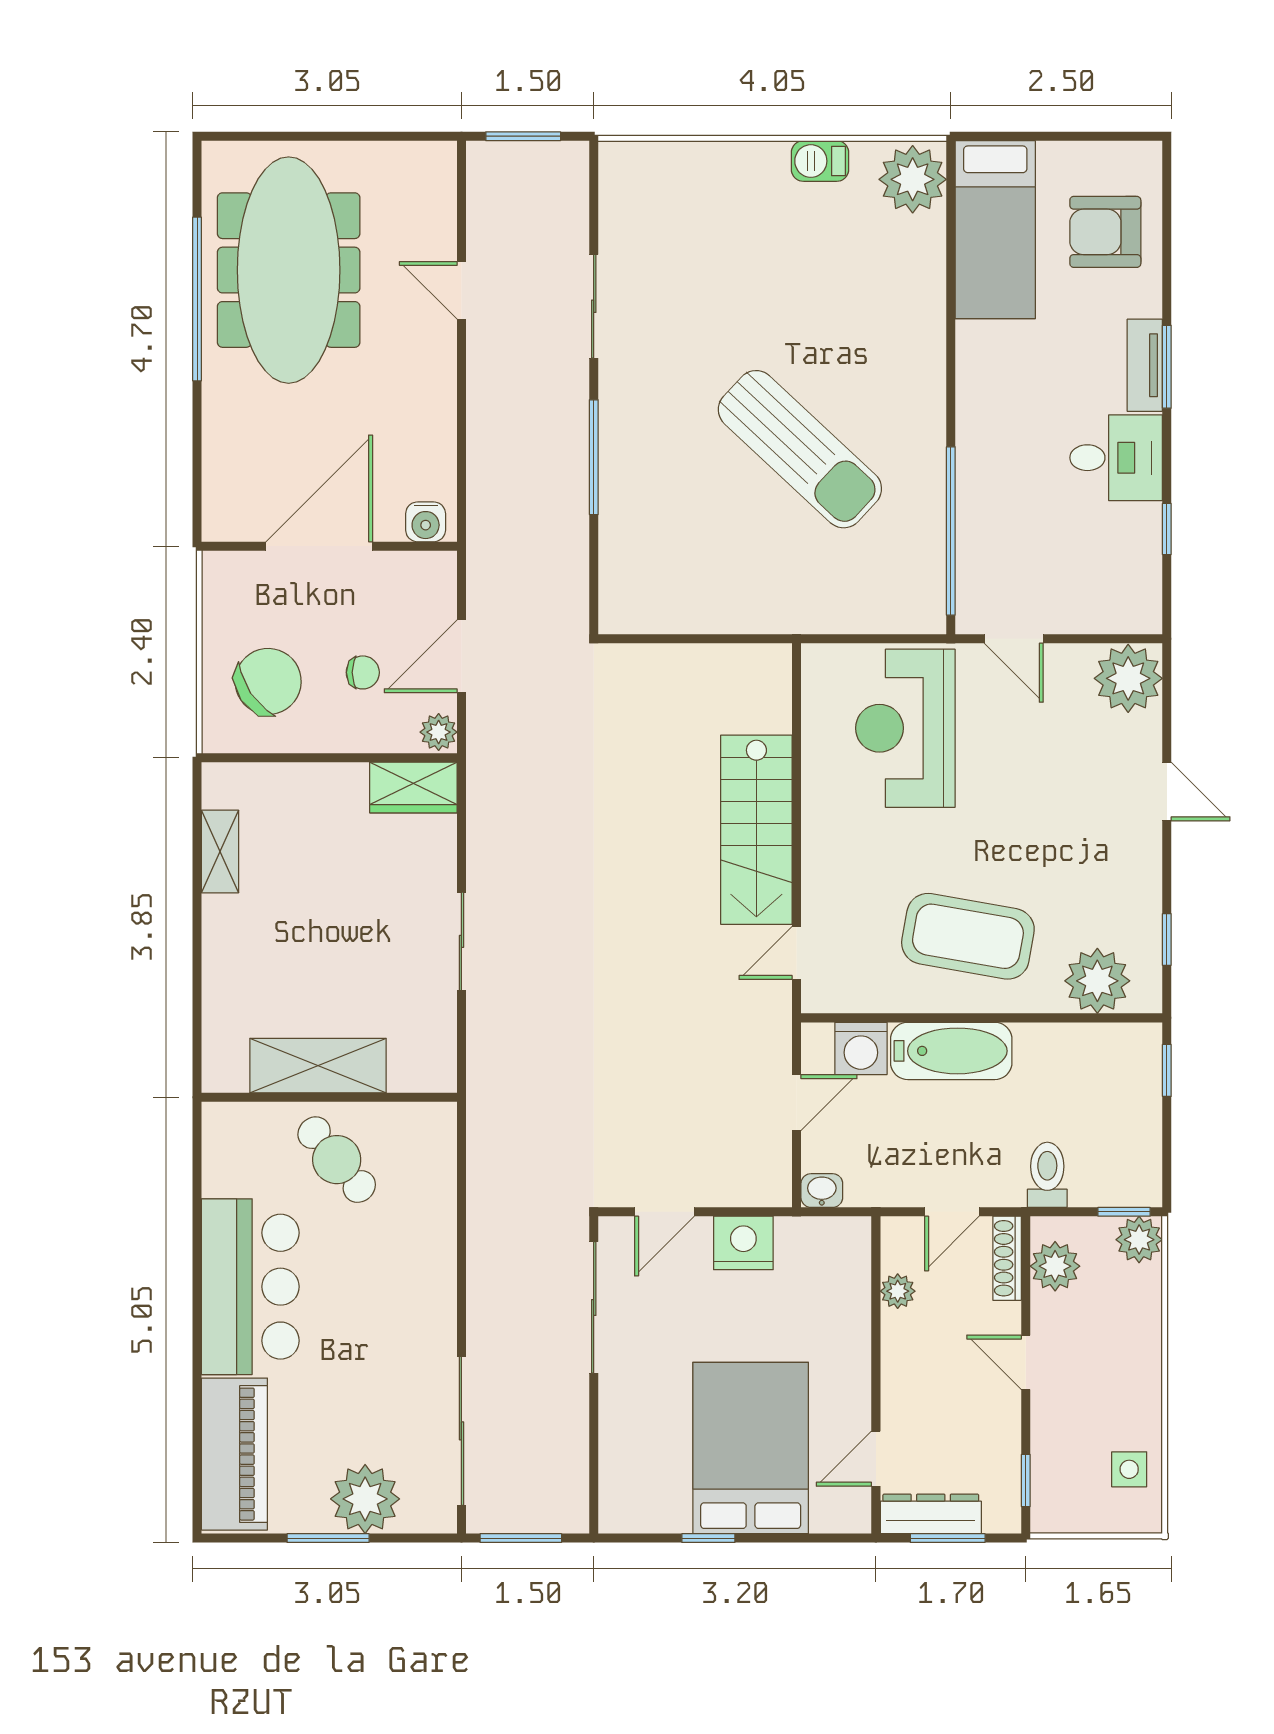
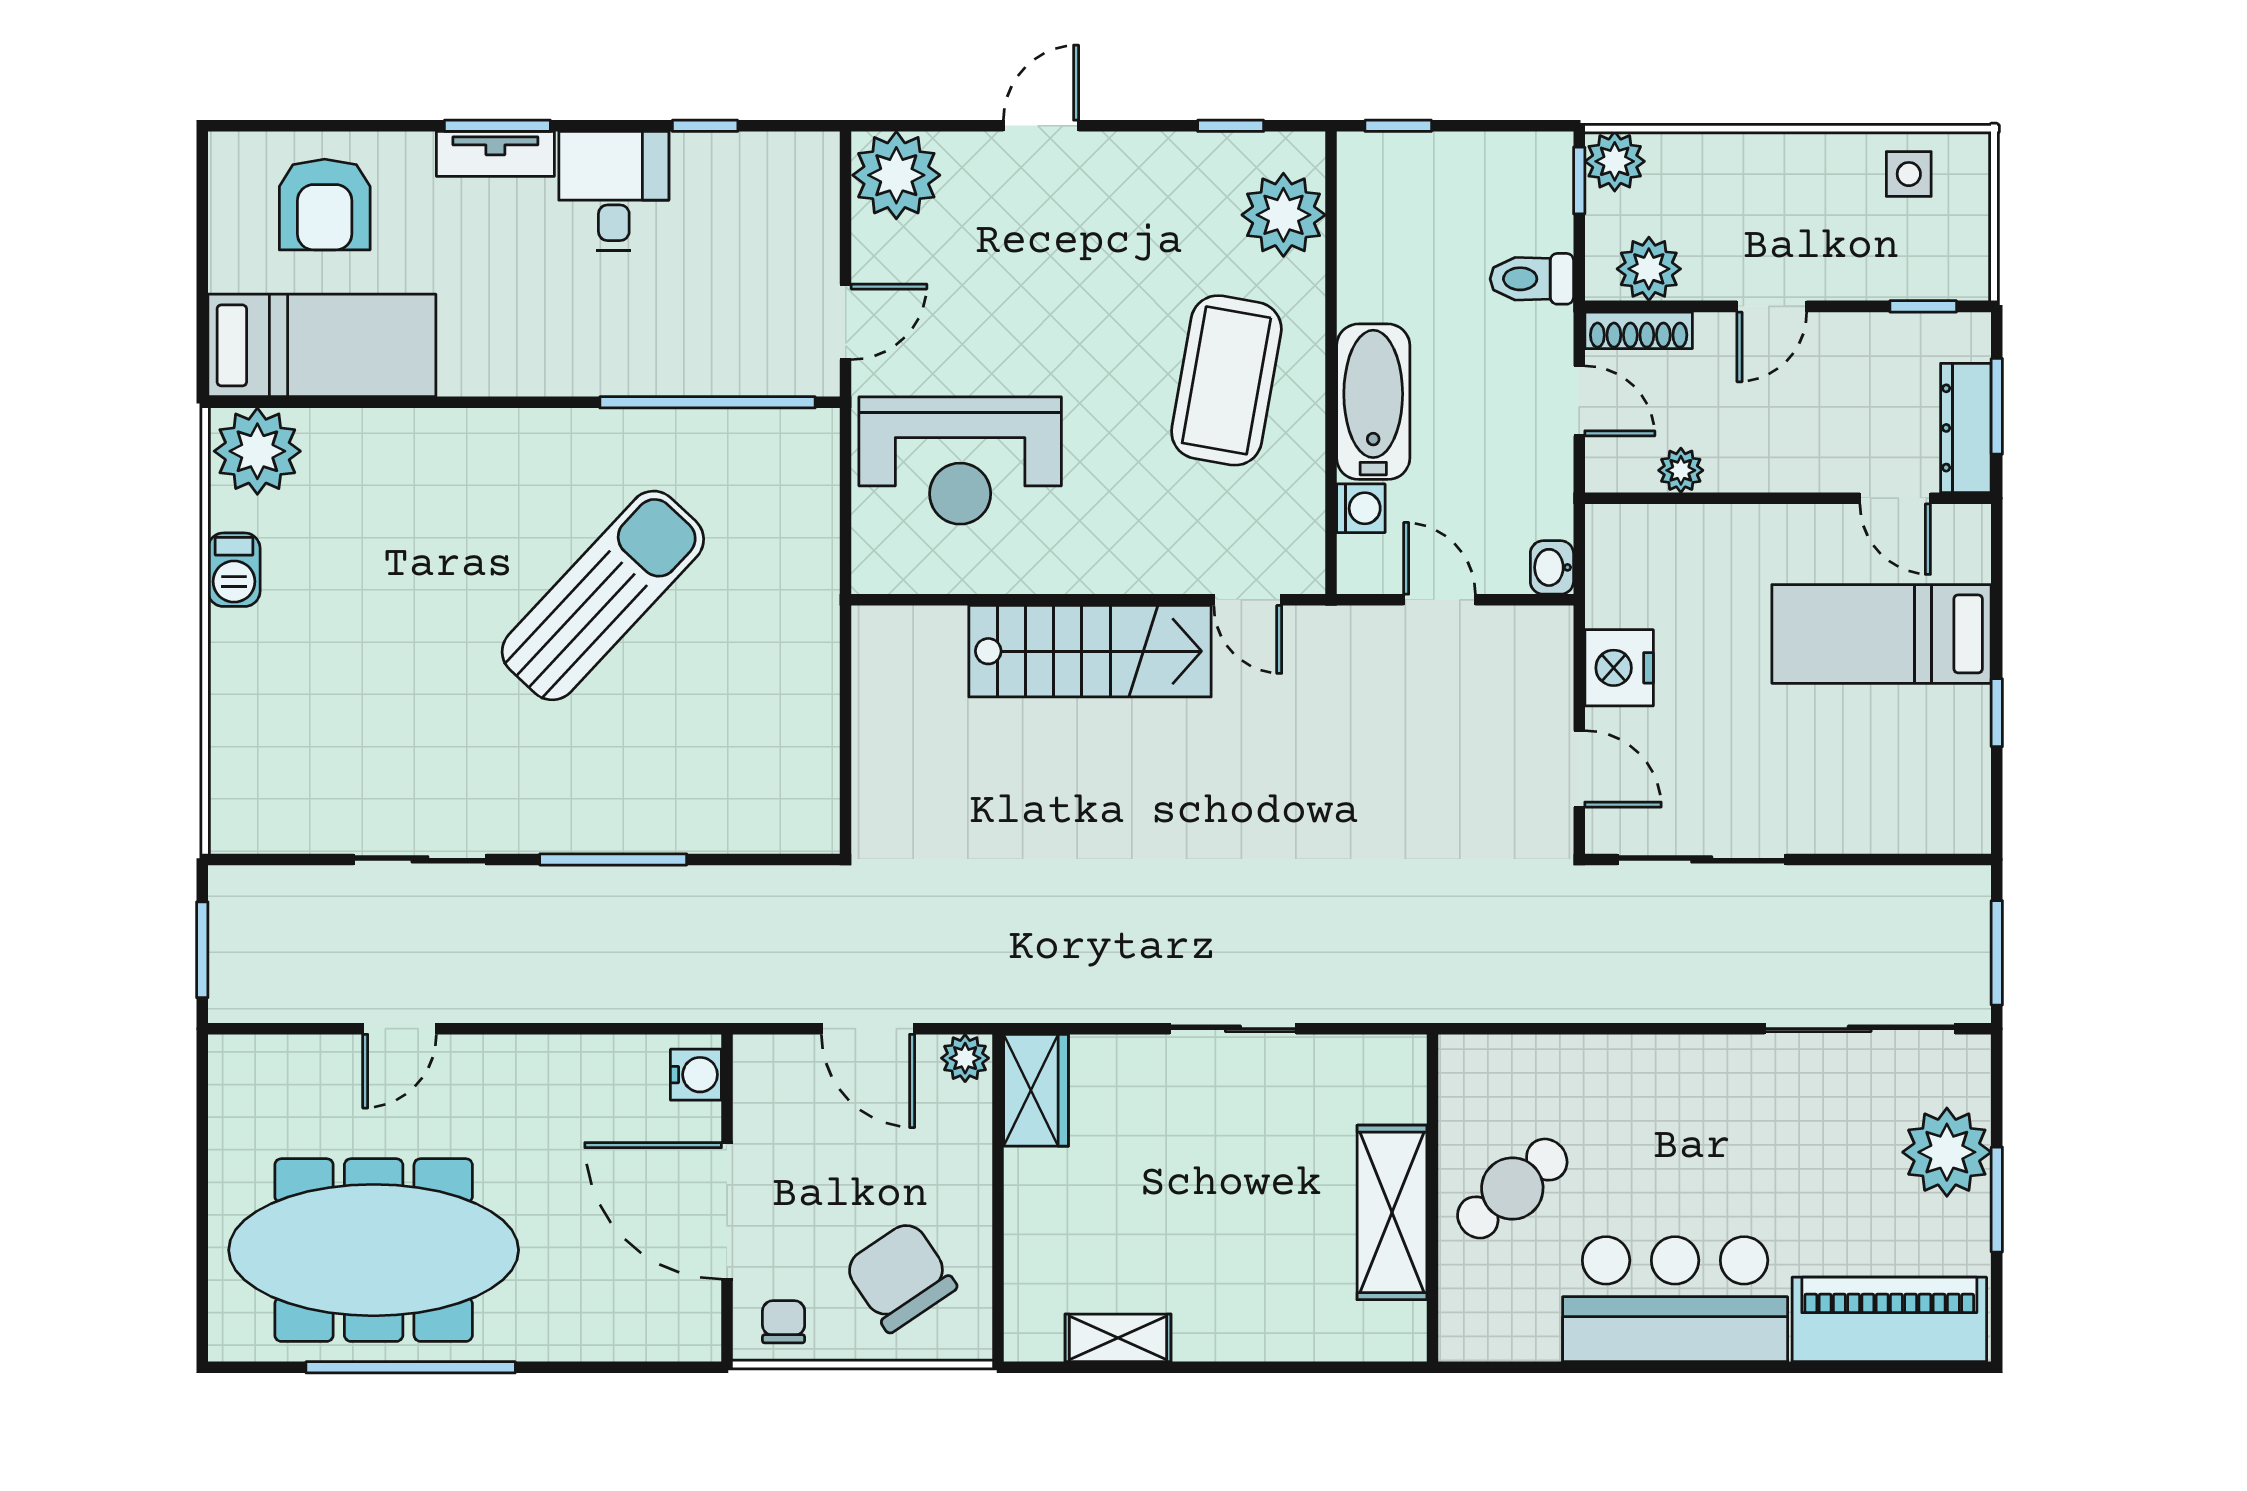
chair: (363, 672) -> (784, 1322), moved
washing machine: (861, 1048) -> (1361, 508), width x0.73, depth x0.73
bed: (751, 1448) -> (1882, 634), width x0.67

